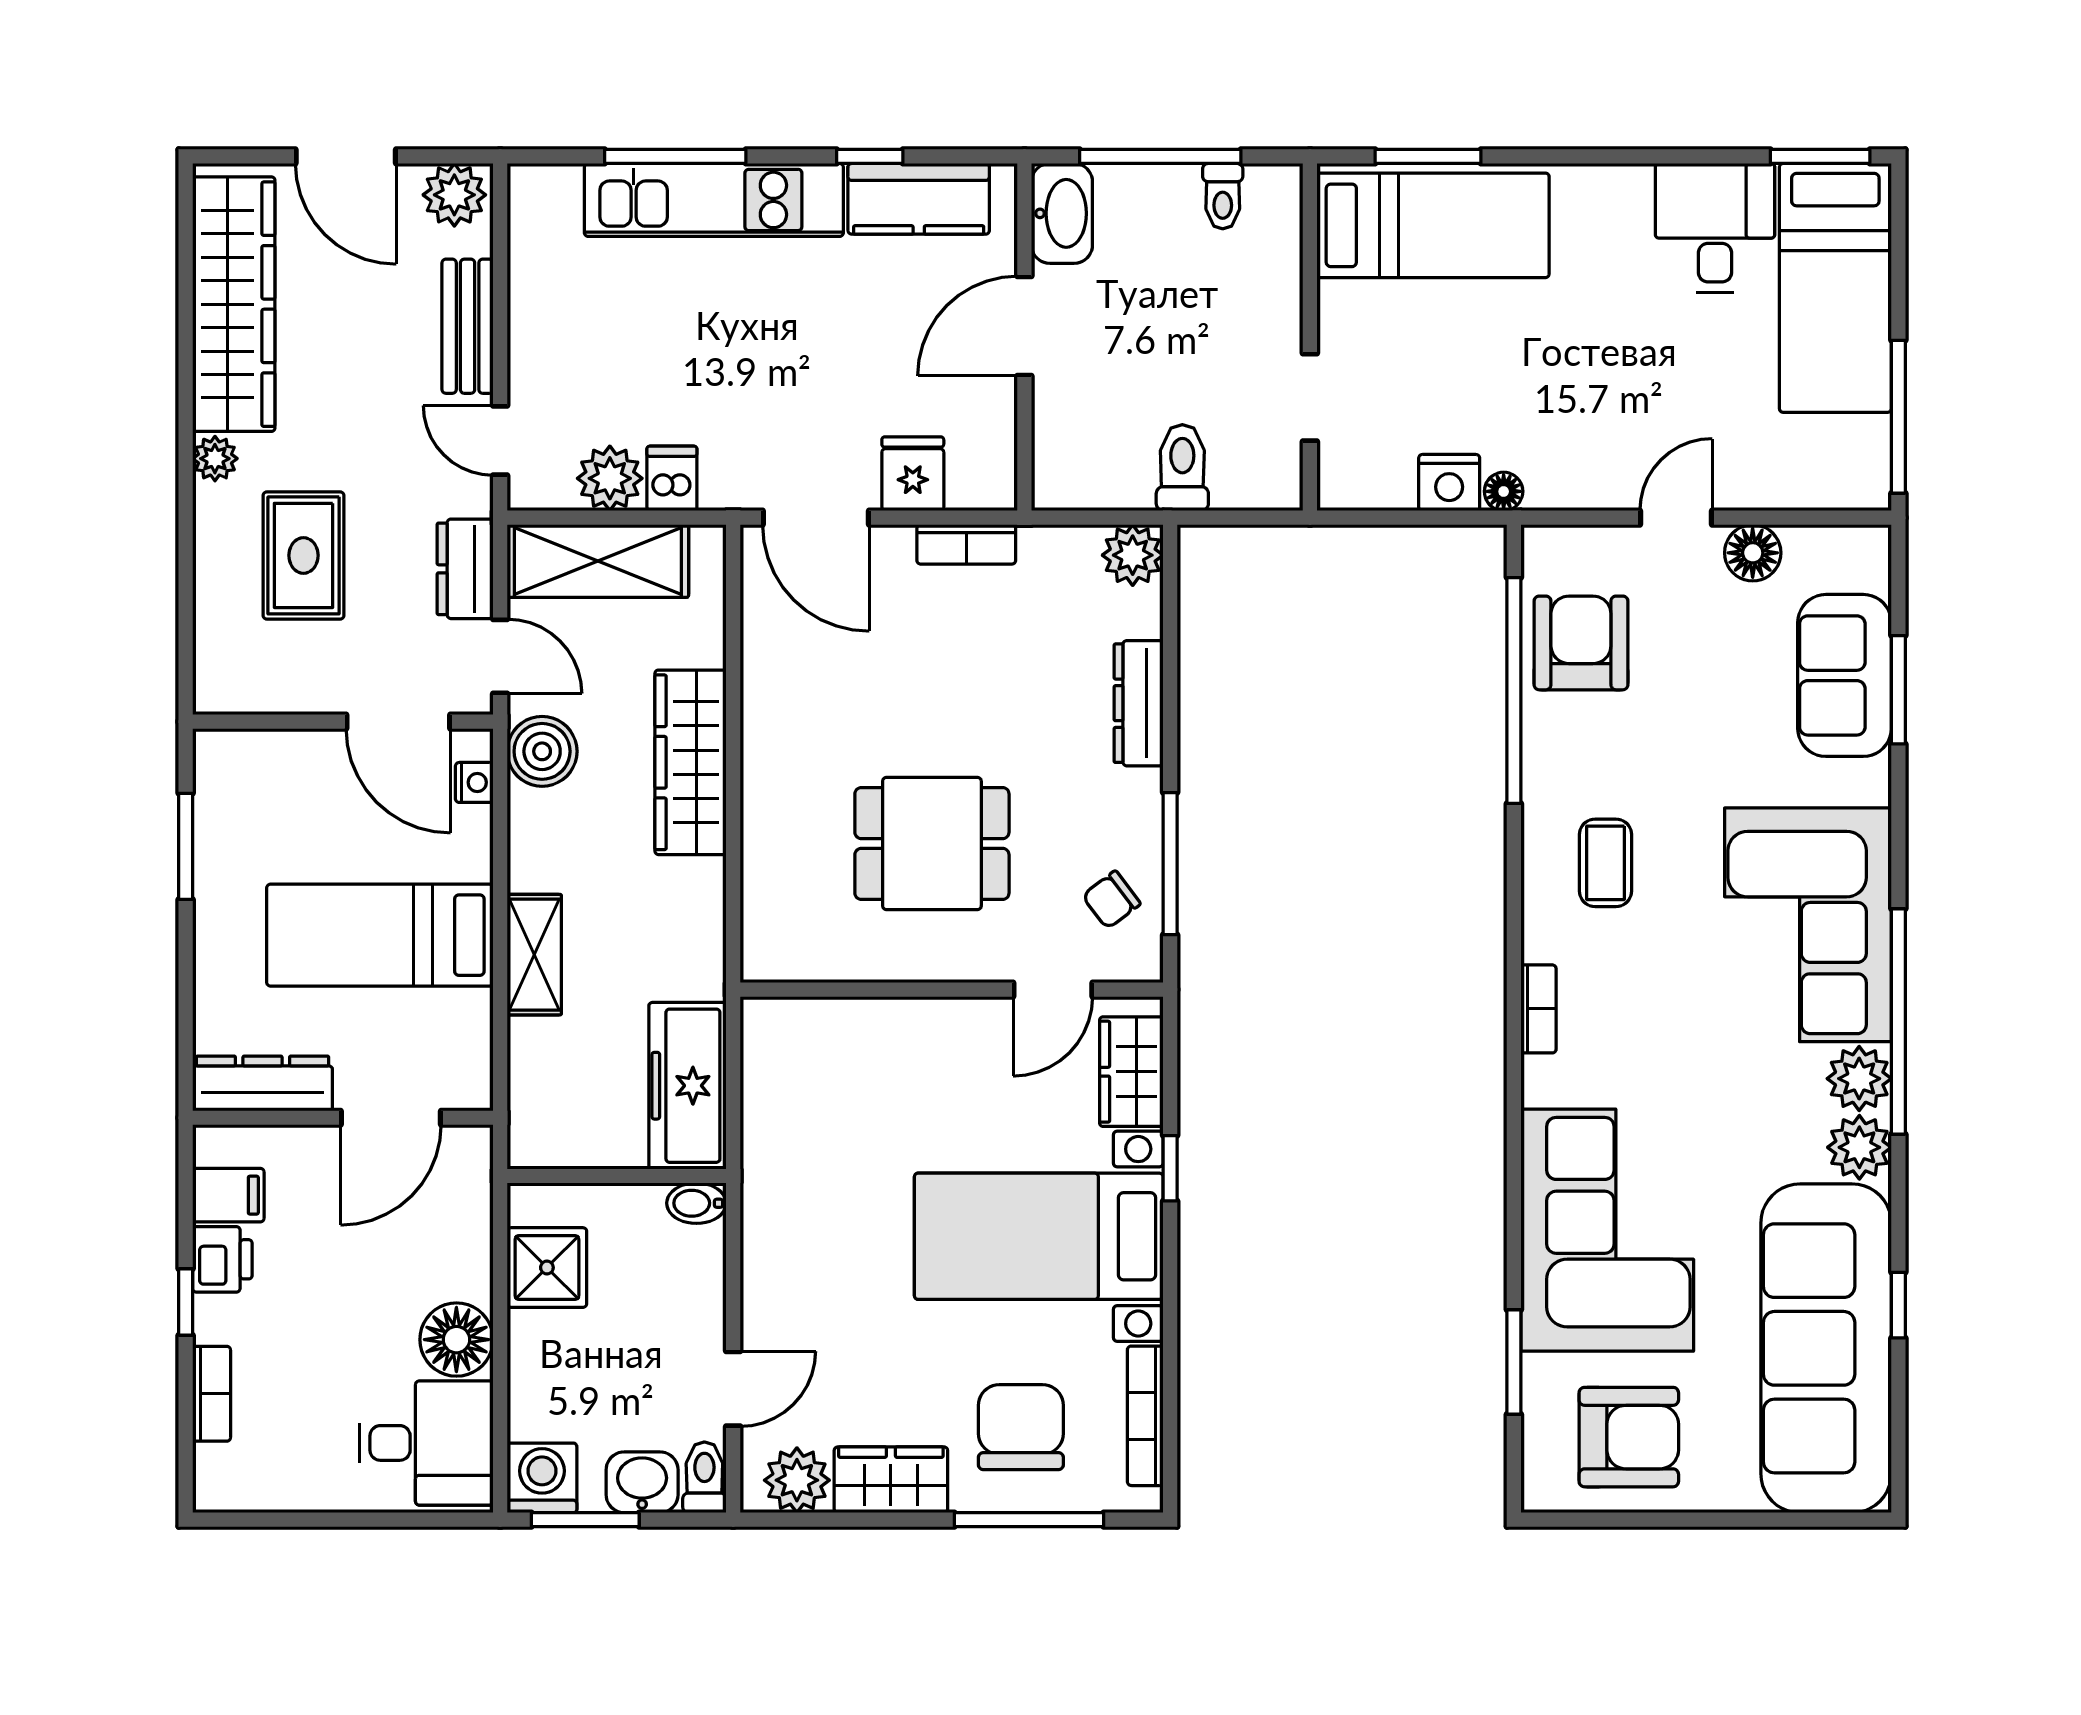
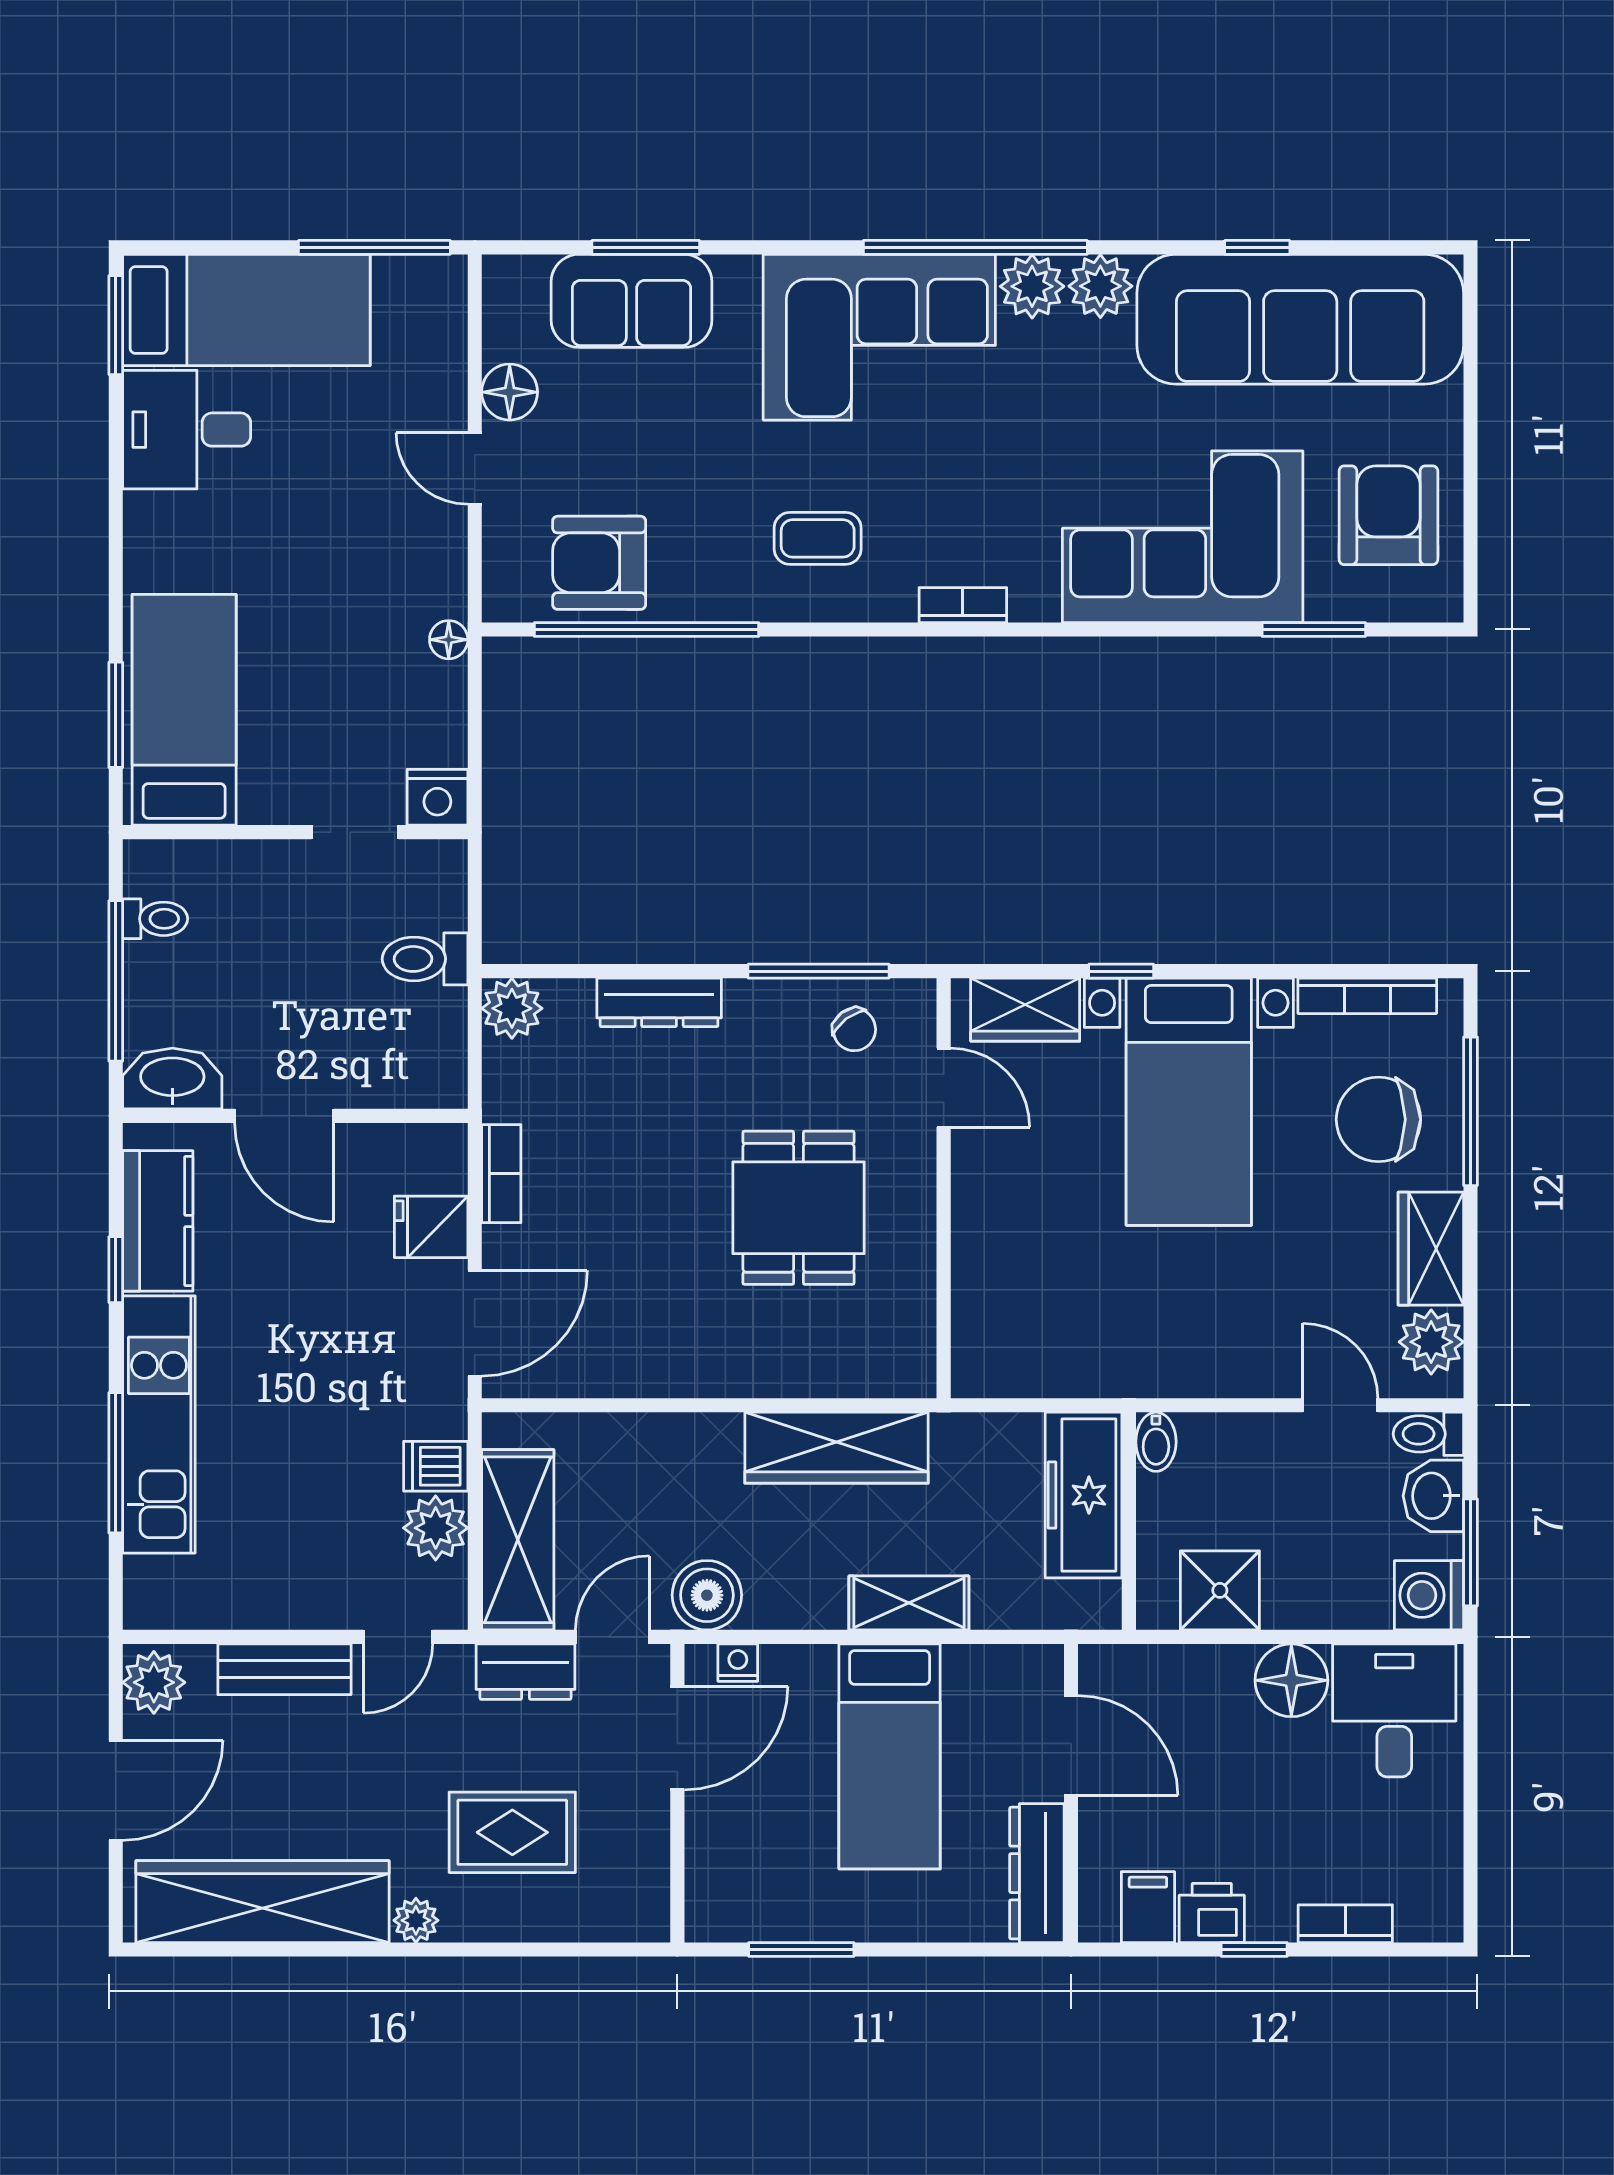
nightstand: (1449, 483) -> (437, 797), moved, turned 90
wardrobe: (691, 762) -> (836, 1448), moved
freezer: (687, 1086) -> (1084, 1495), moved, turned 90

